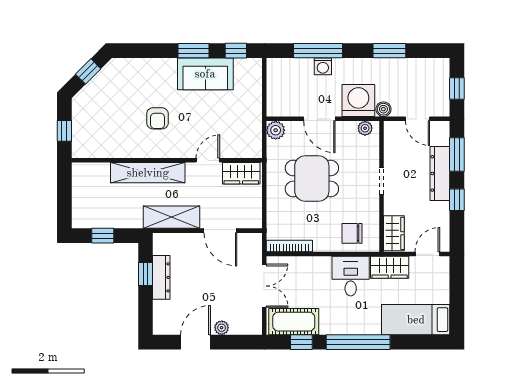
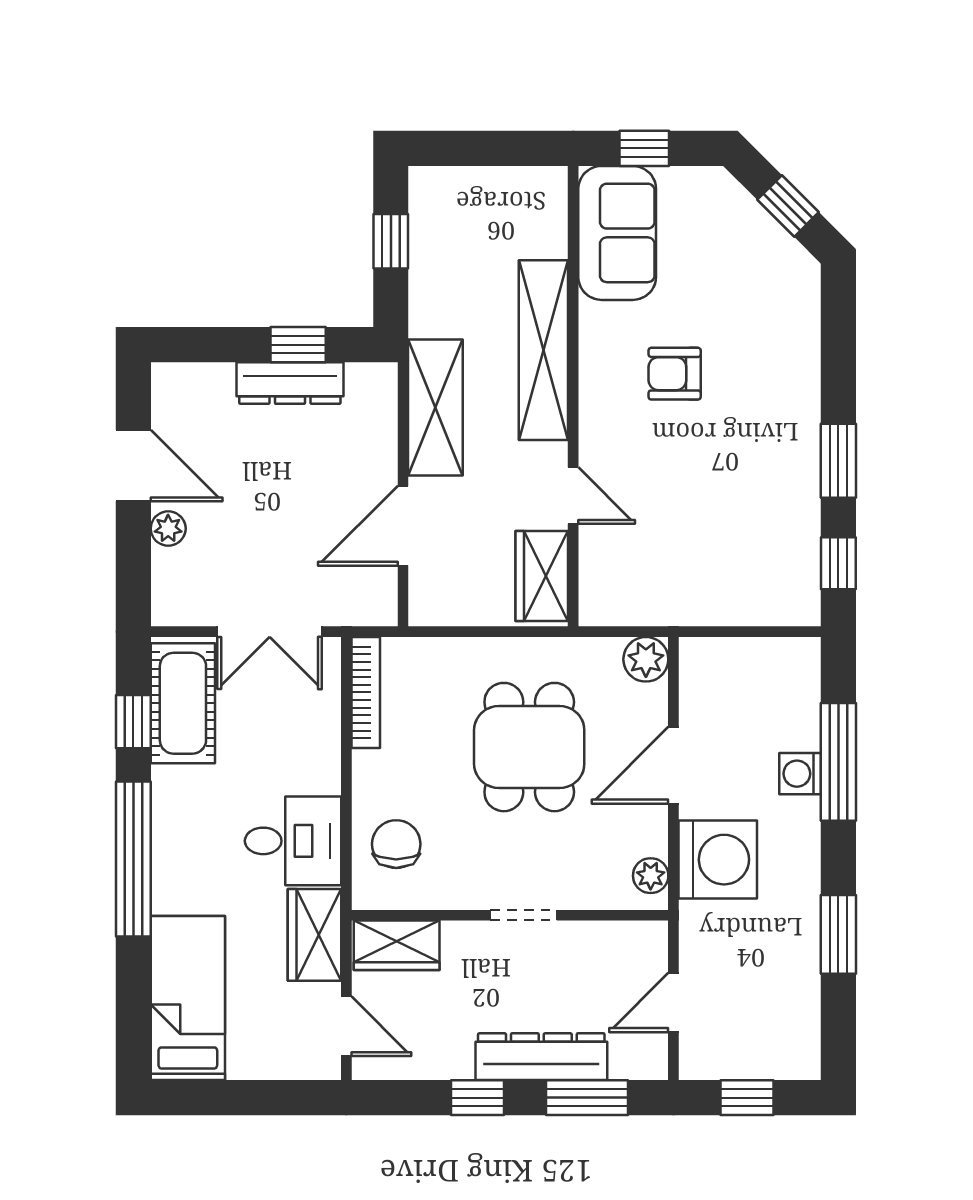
sofa: (205, 74) -> (617, 233), moved, turned 180
boiler: (383, 109) -> (697, 920), removed

